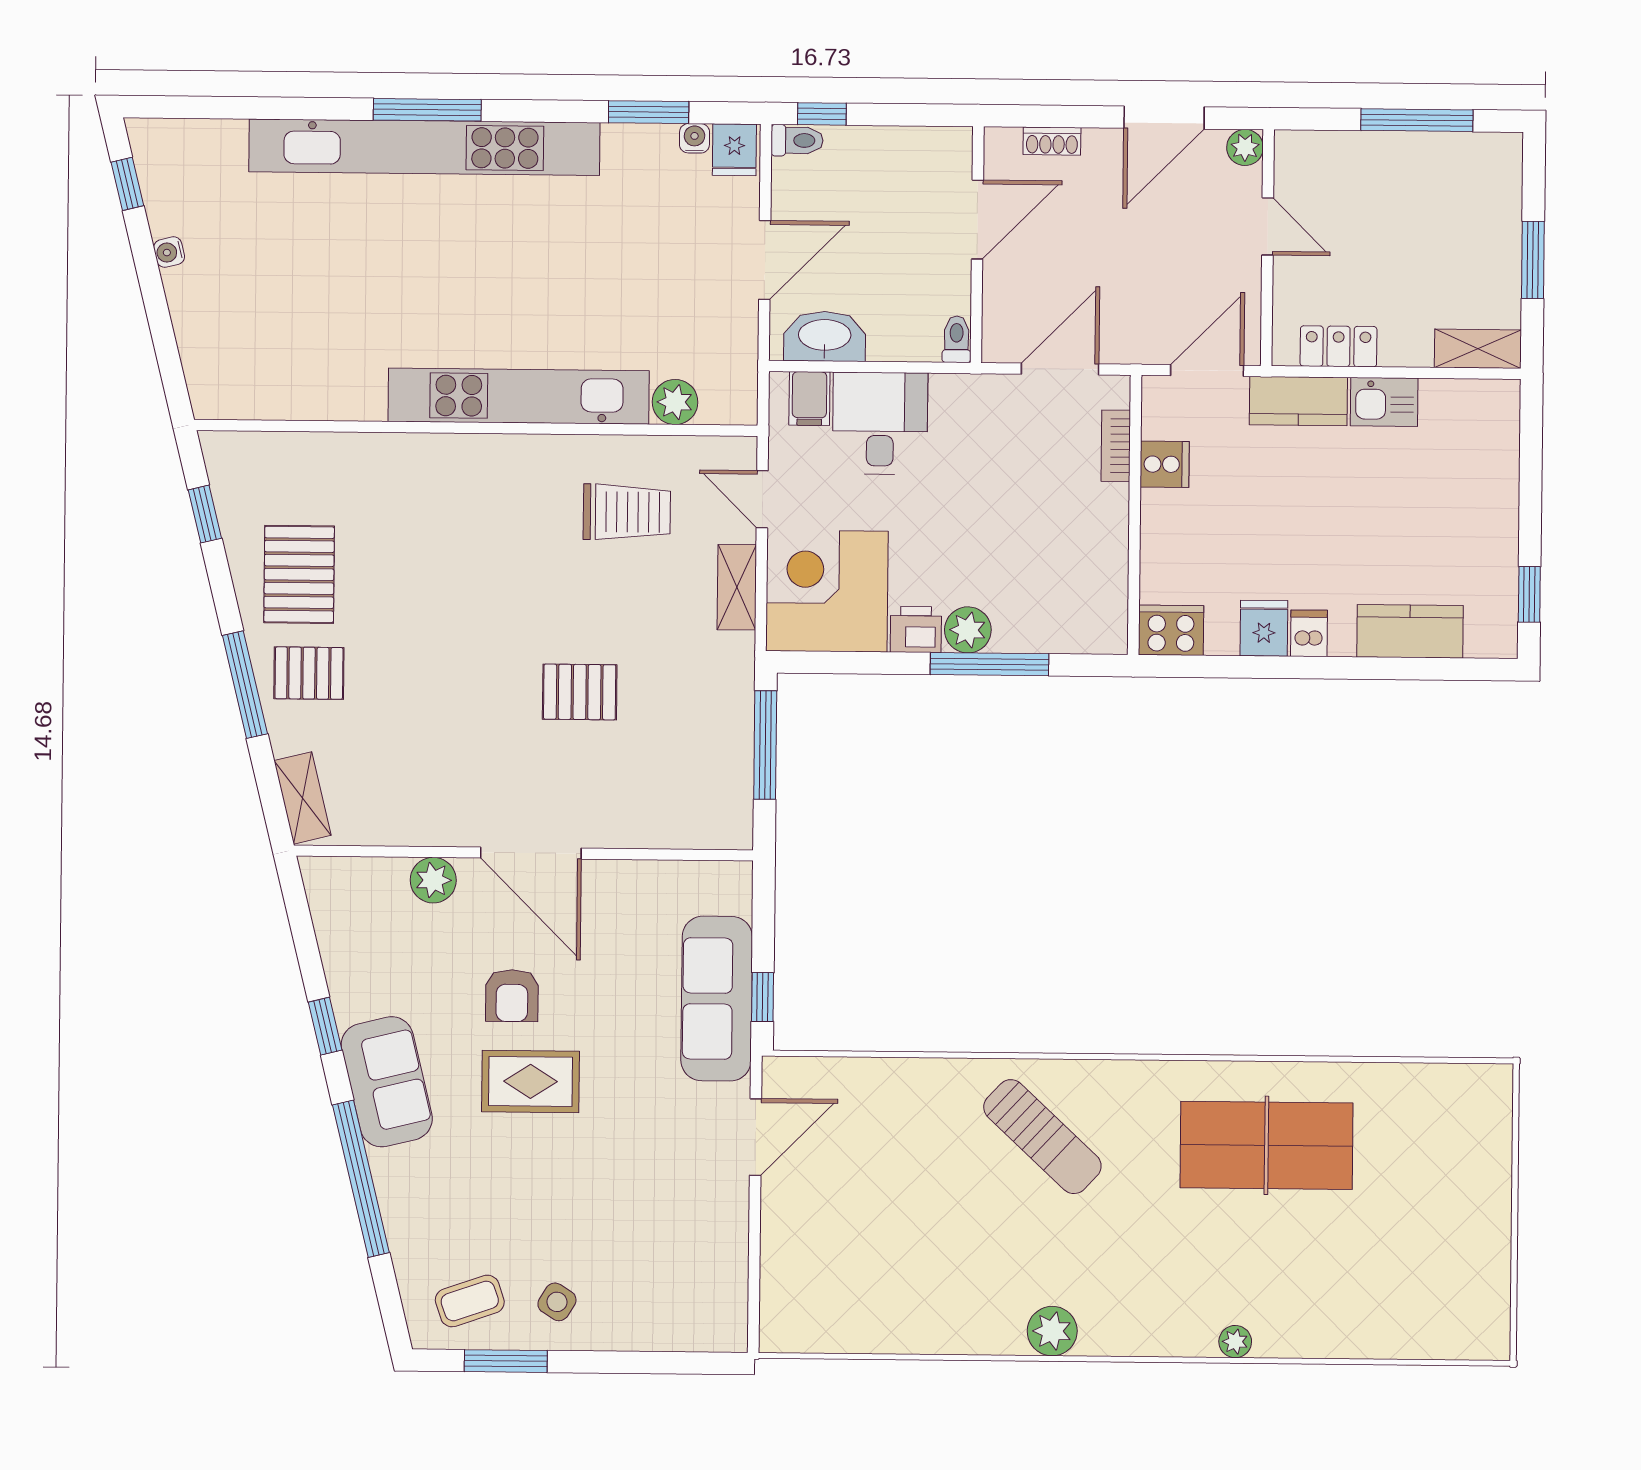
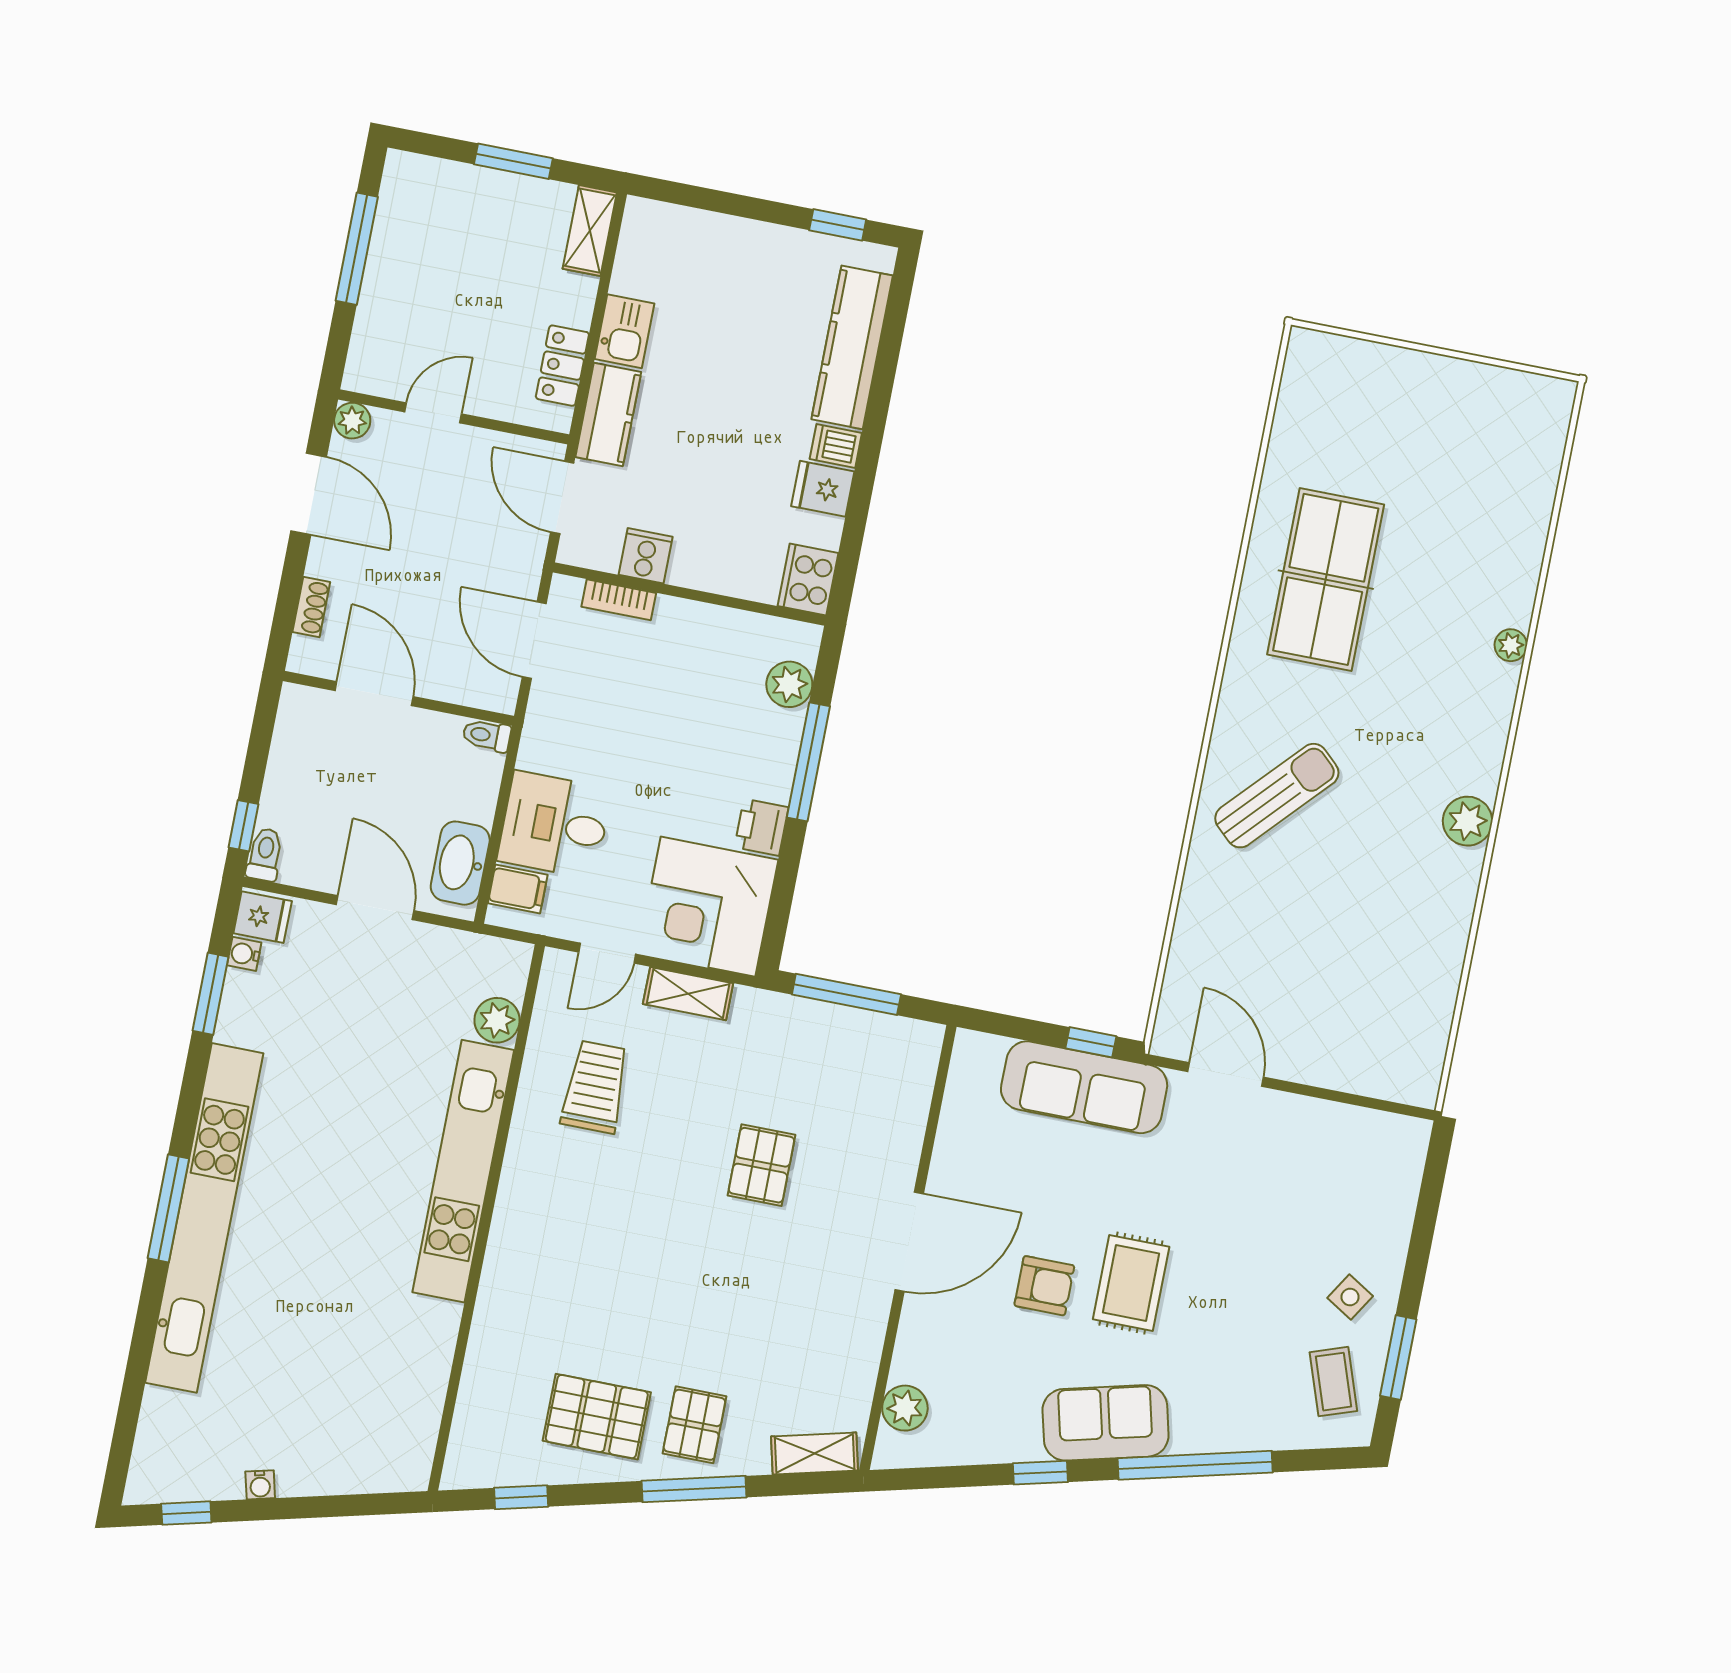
plant: (968, 630) -> (789, 684), moved
kitchen counter: (1410, 631) -> (852, 347), width x1.50
plant: (433, 880) -> (905, 1408), moved

